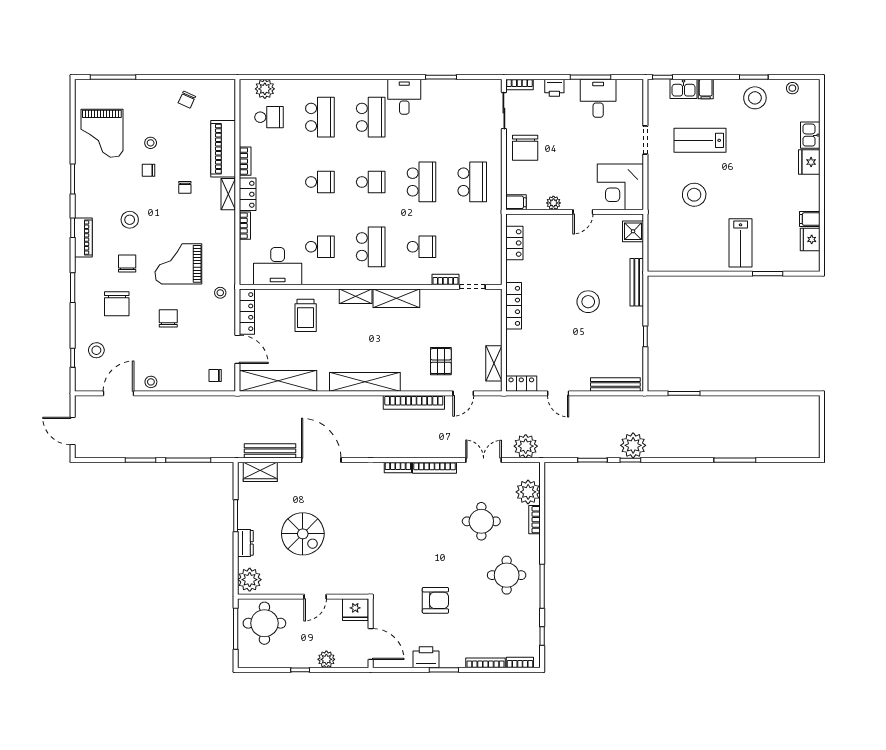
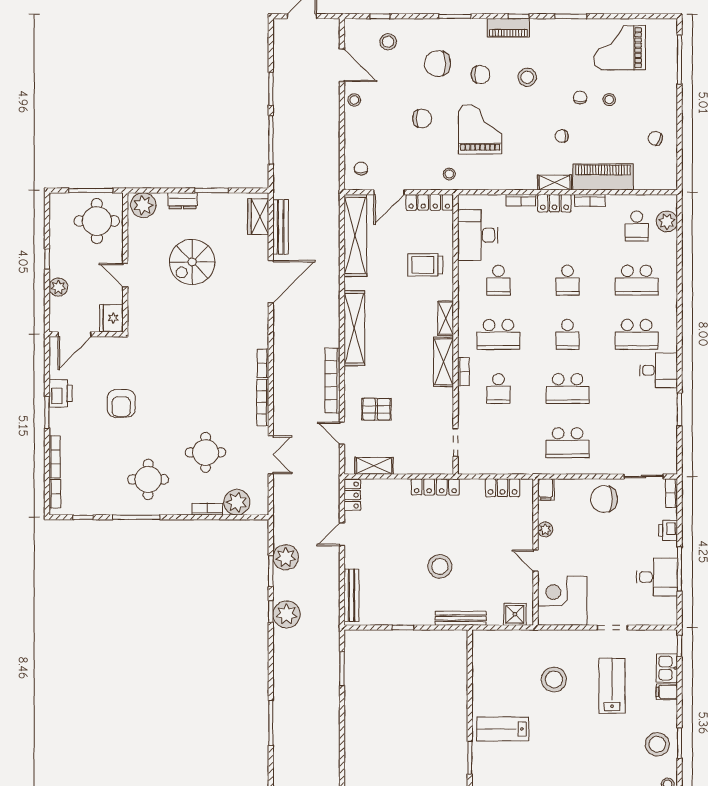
bookcase: (445, 280) -> (463, 372), moved
plant: (526, 446) -> (286, 557), moved

